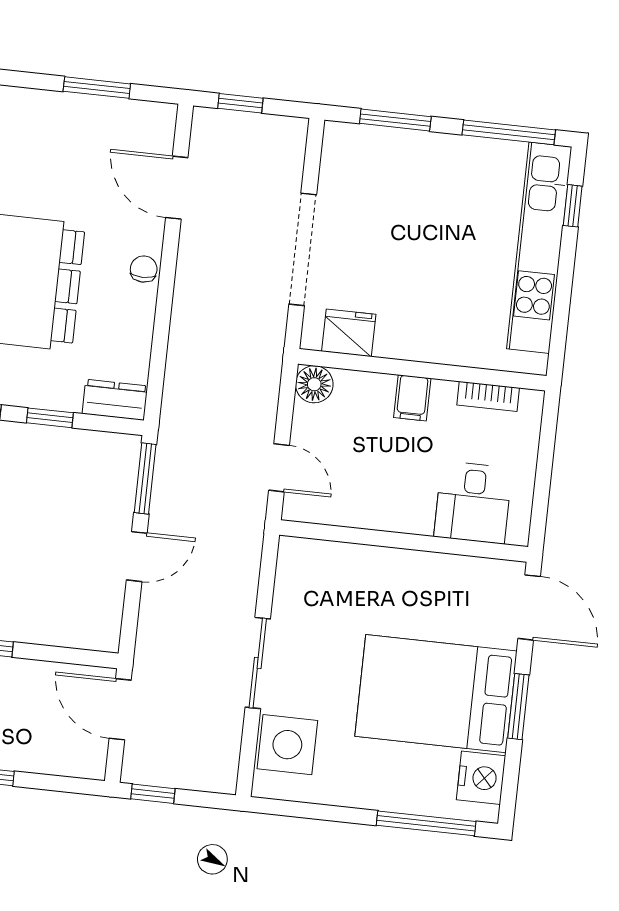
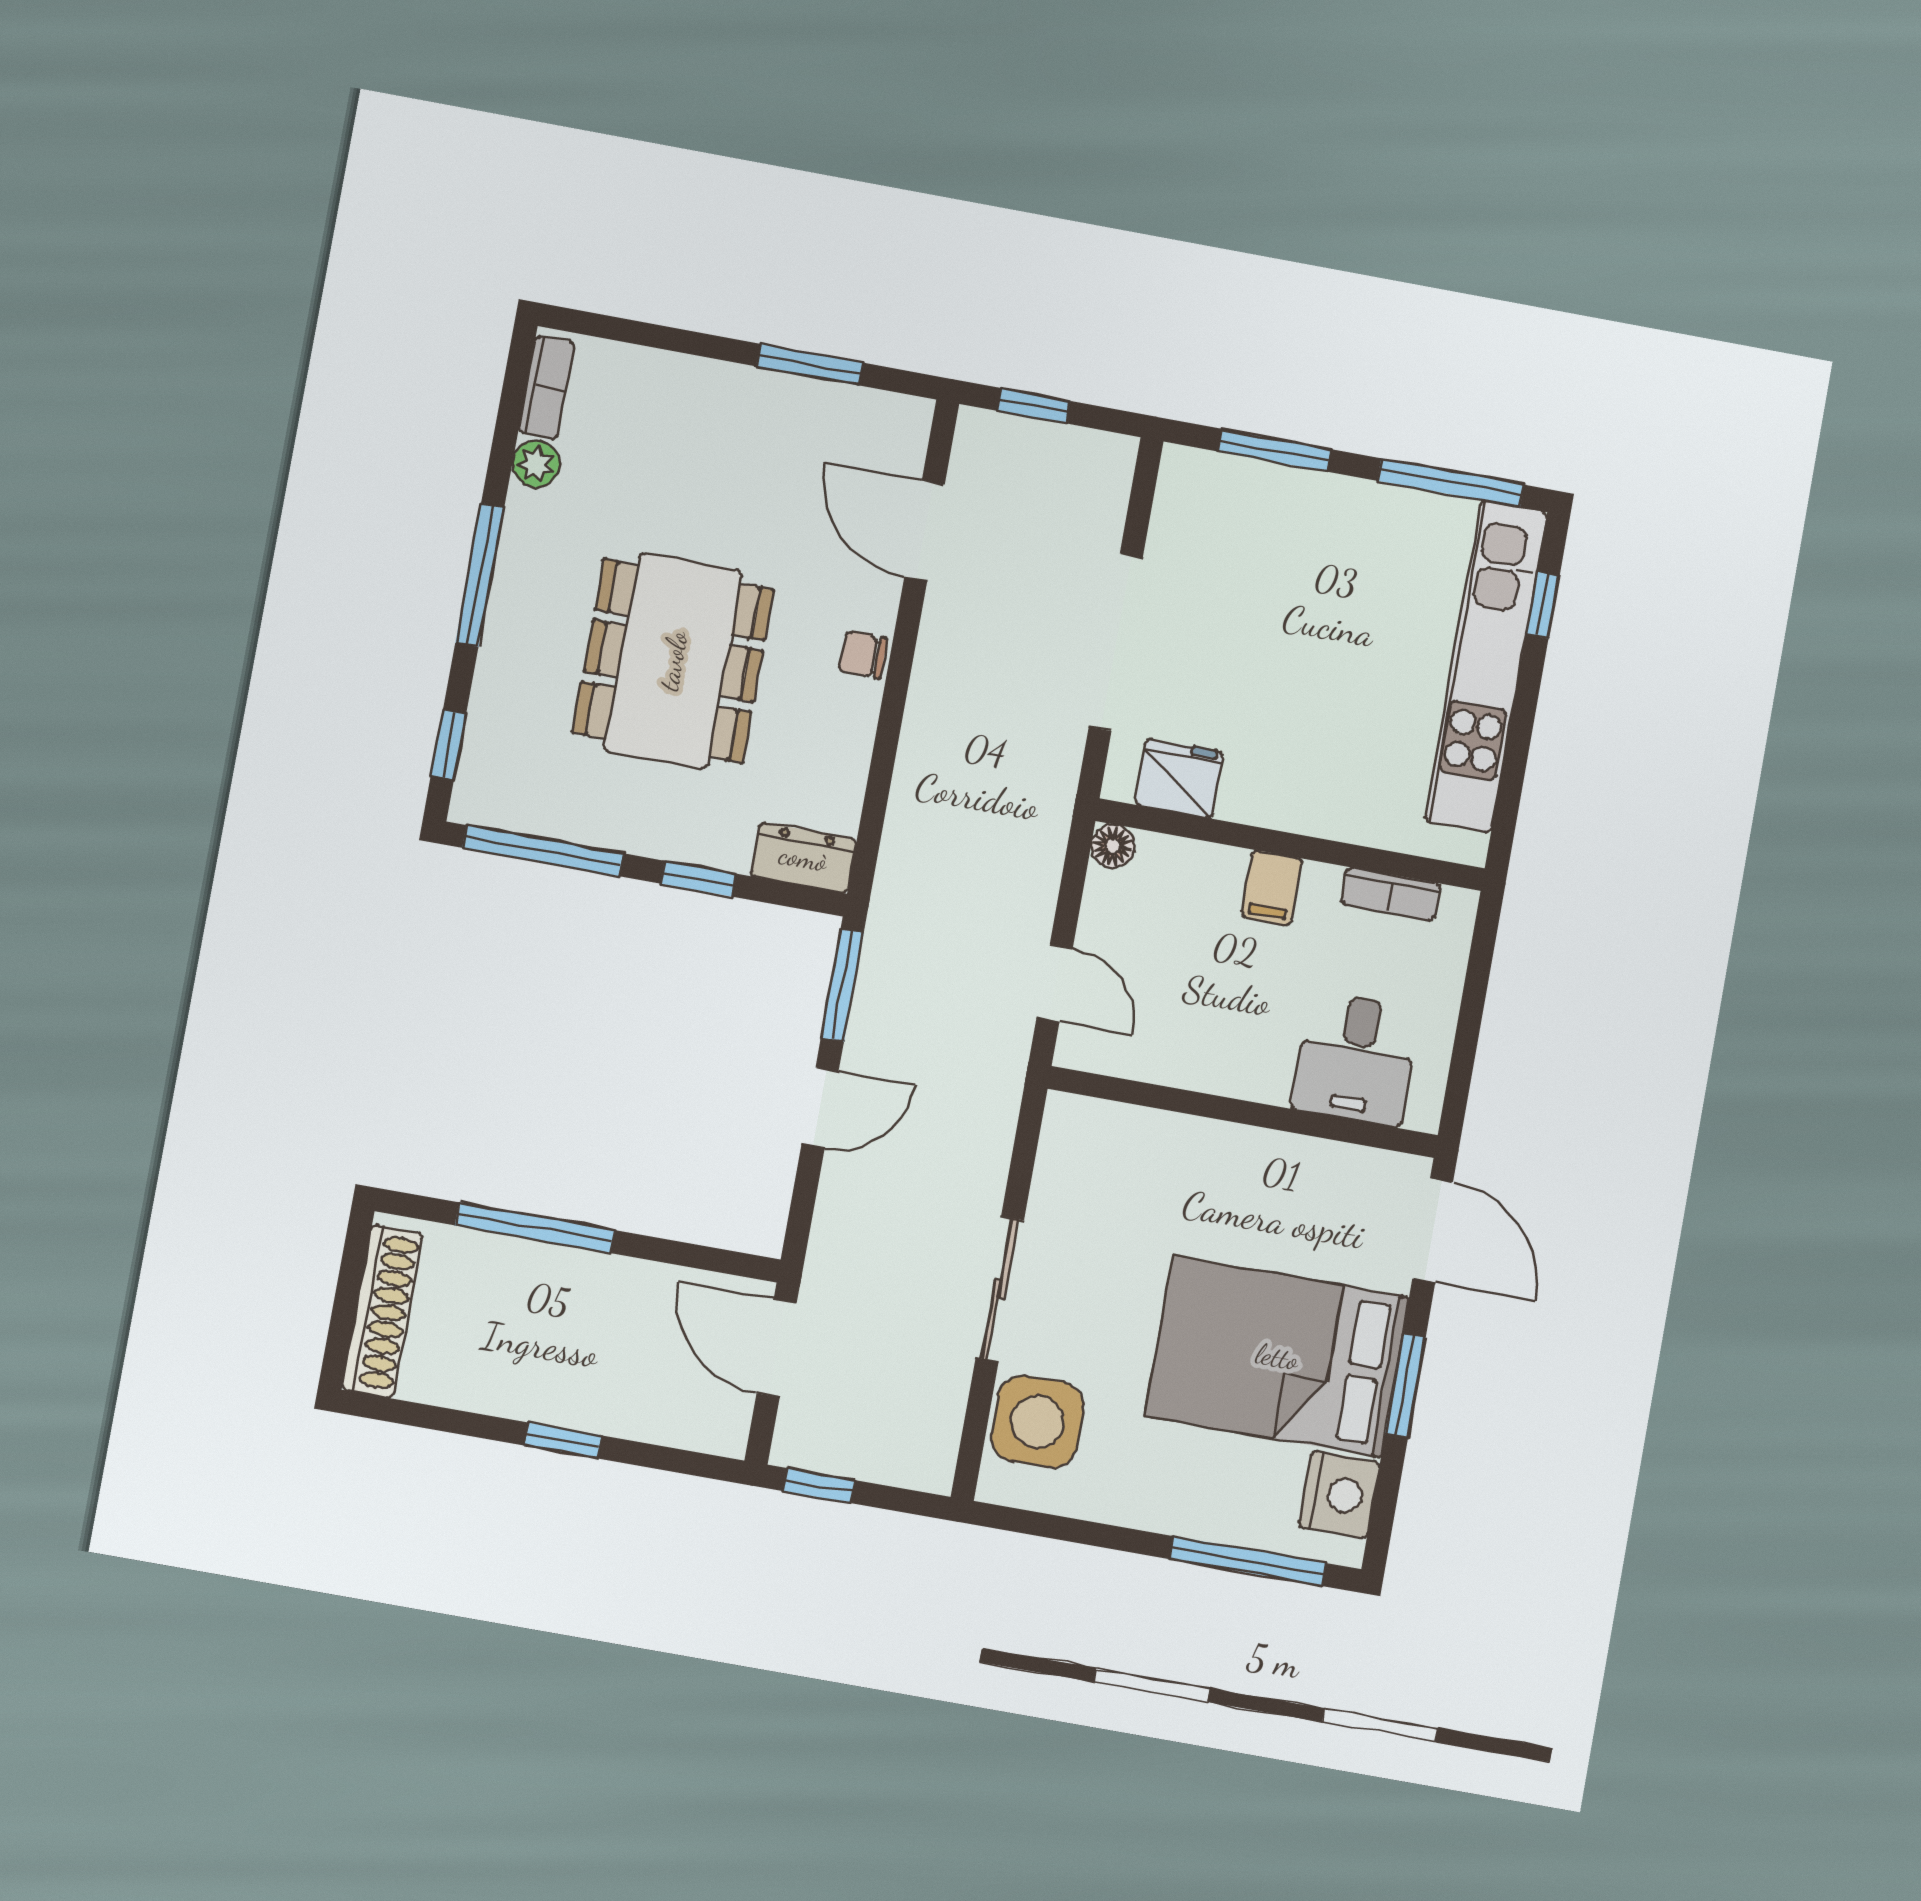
chair: (144, 269) -> (863, 655), turned -90
floor lamp: (314, 384) -> (1113, 846), width x0.73, depth x0.73

